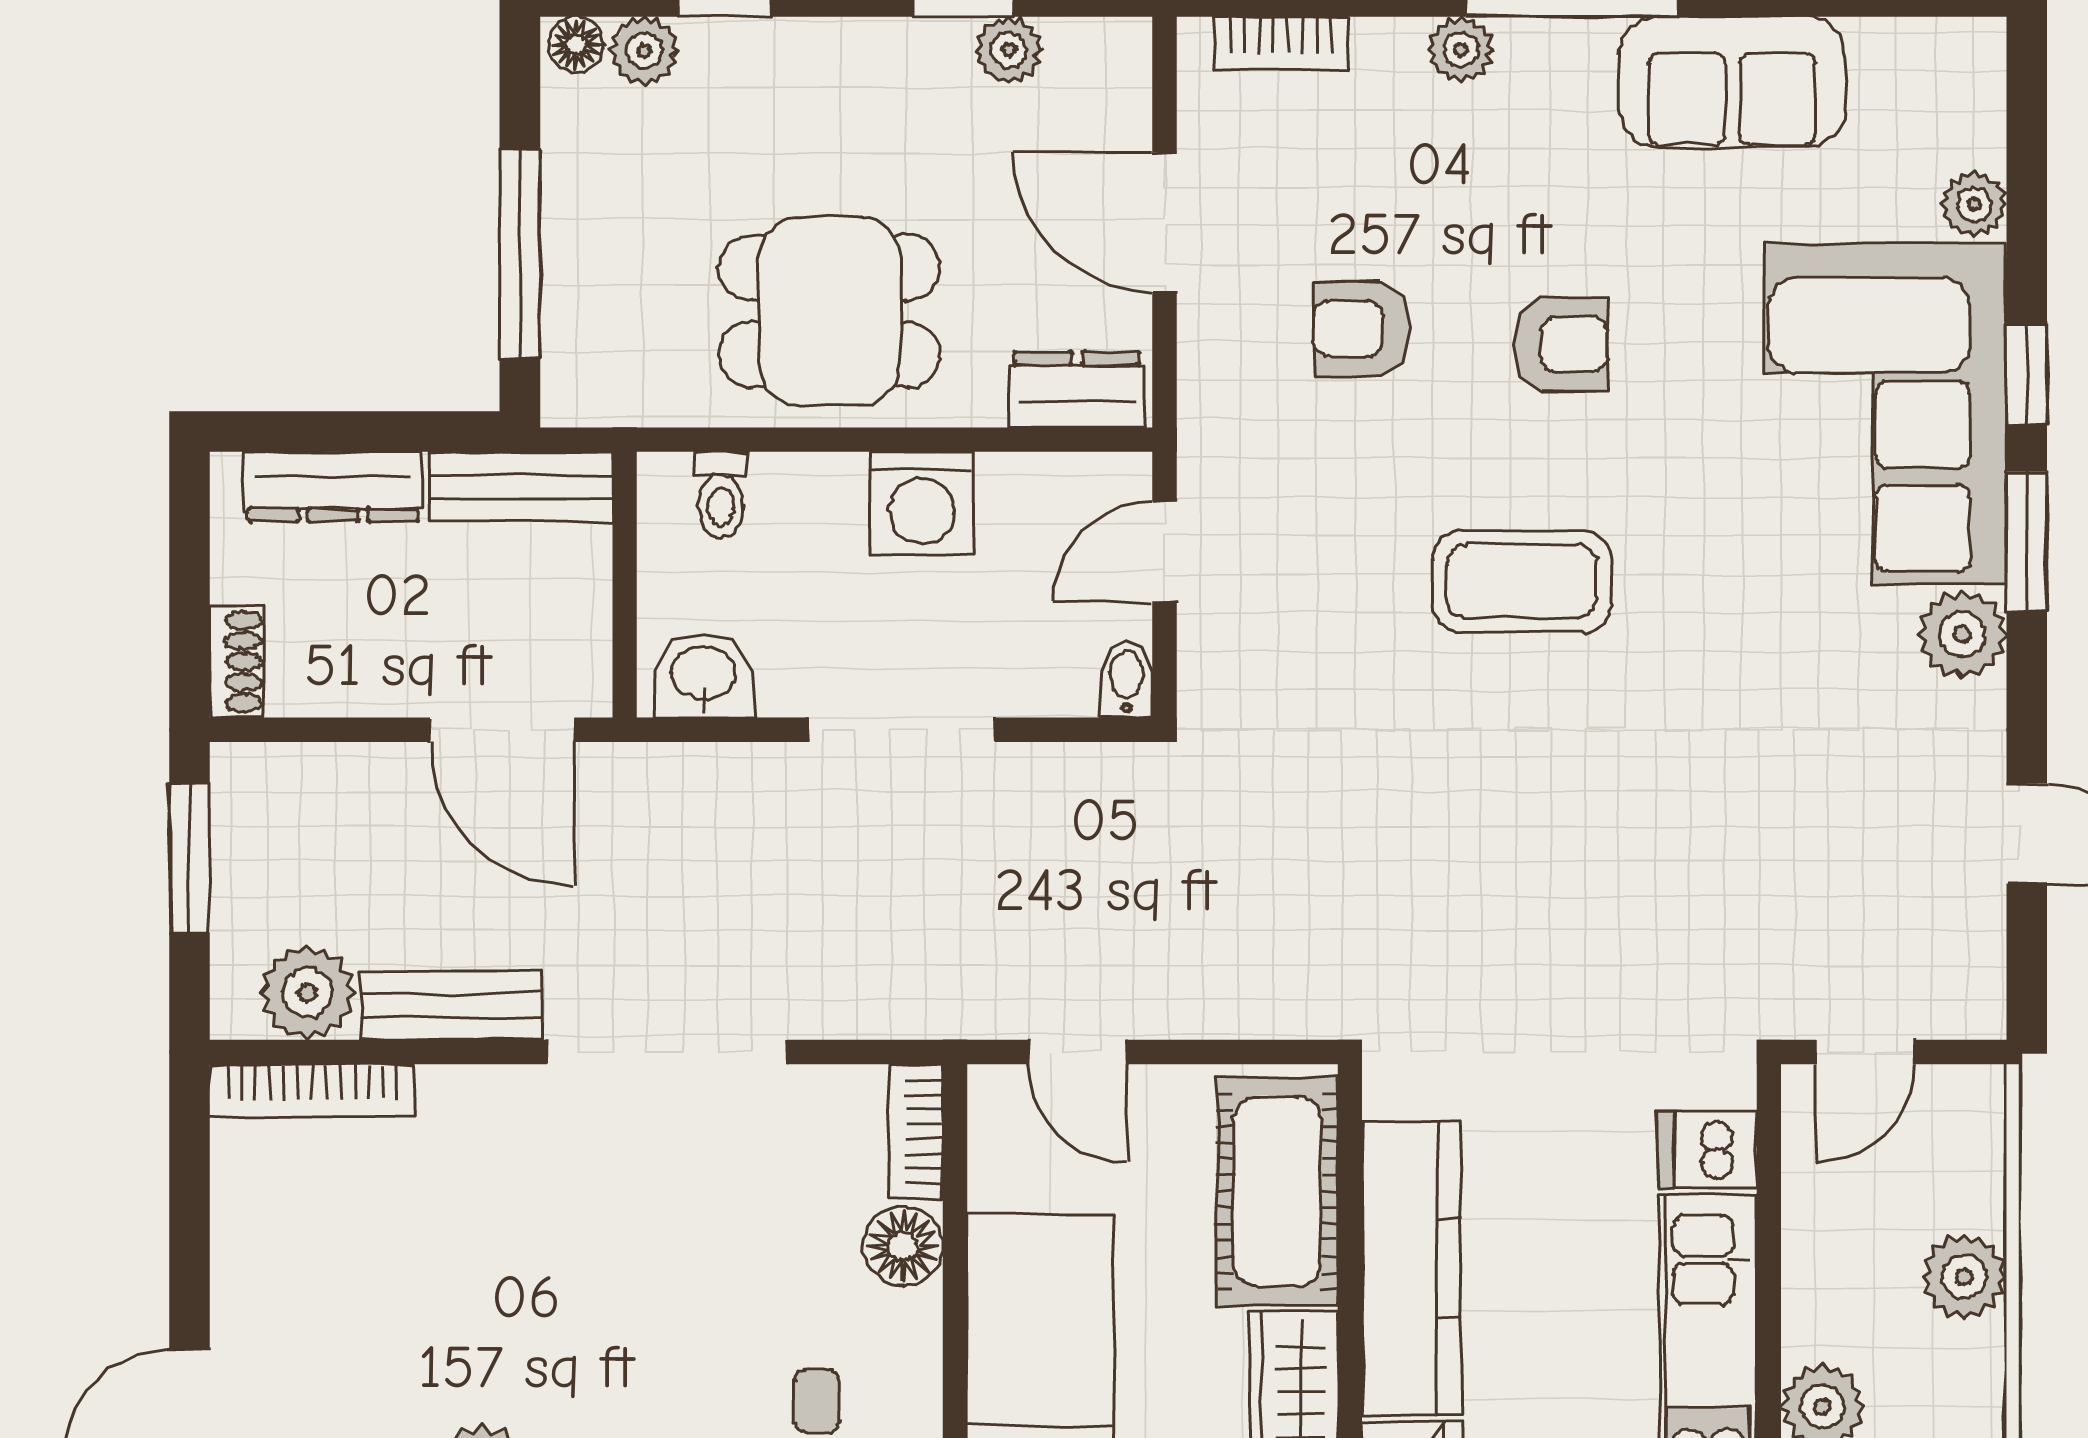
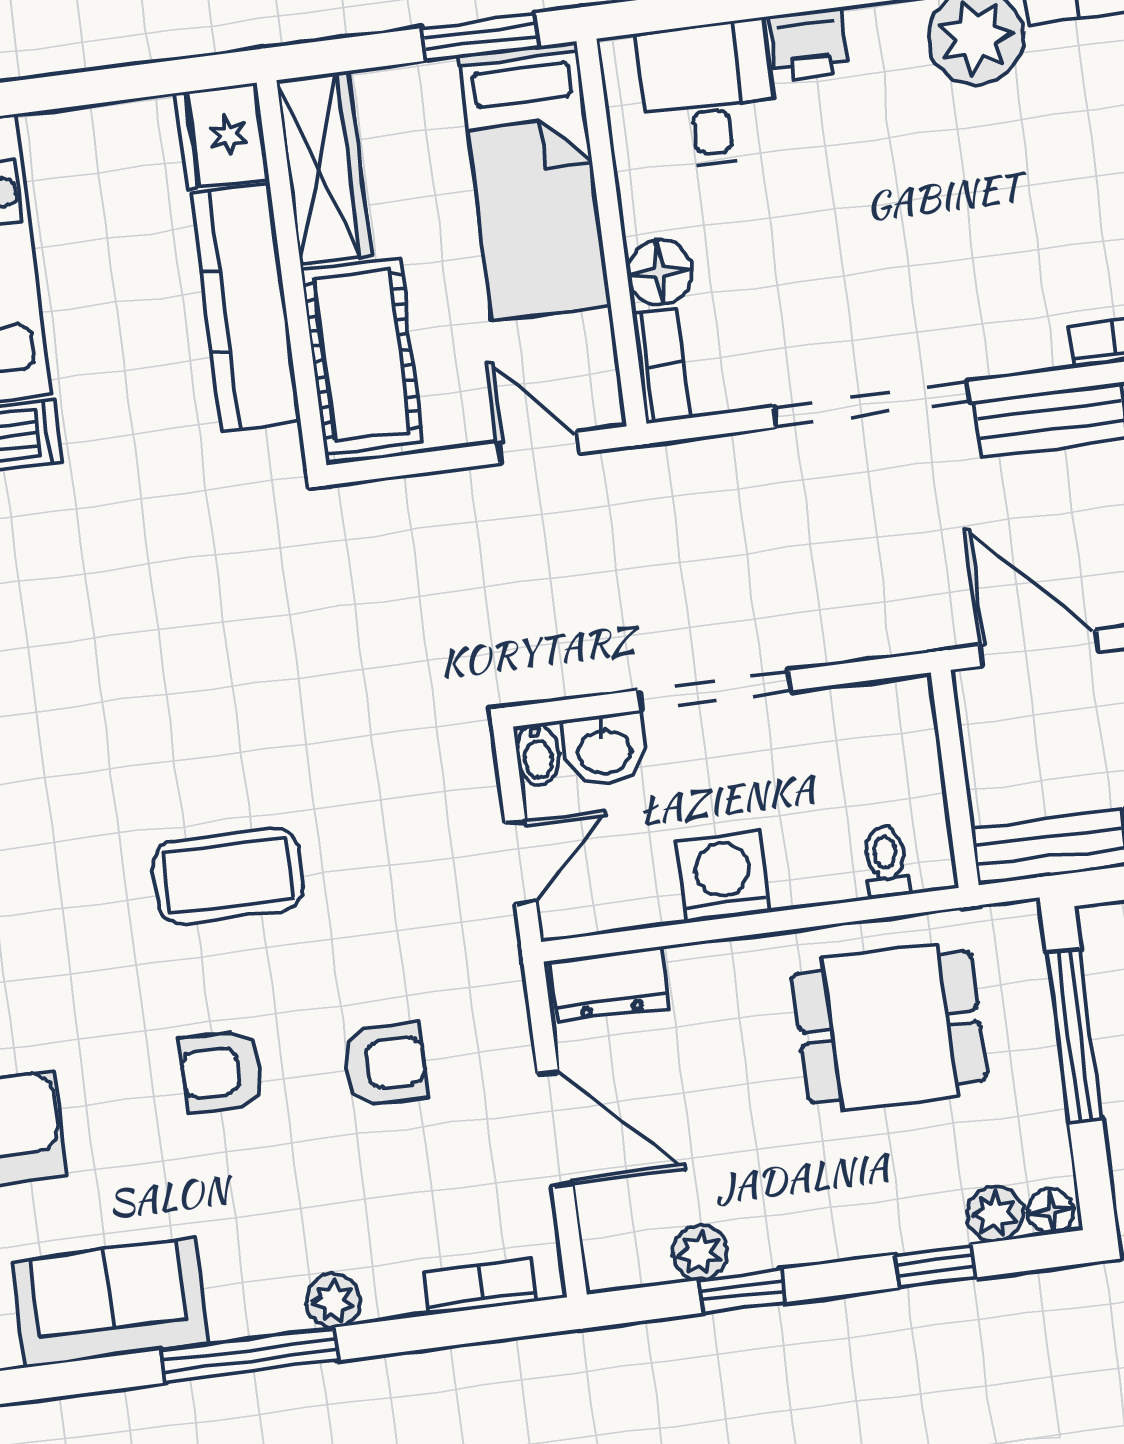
dining table: (830, 311) -> (890, 1027), moved
washbasin: (704, 675) -> (605, 750), moved

